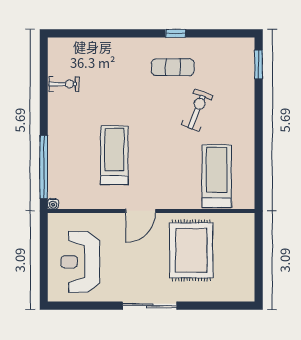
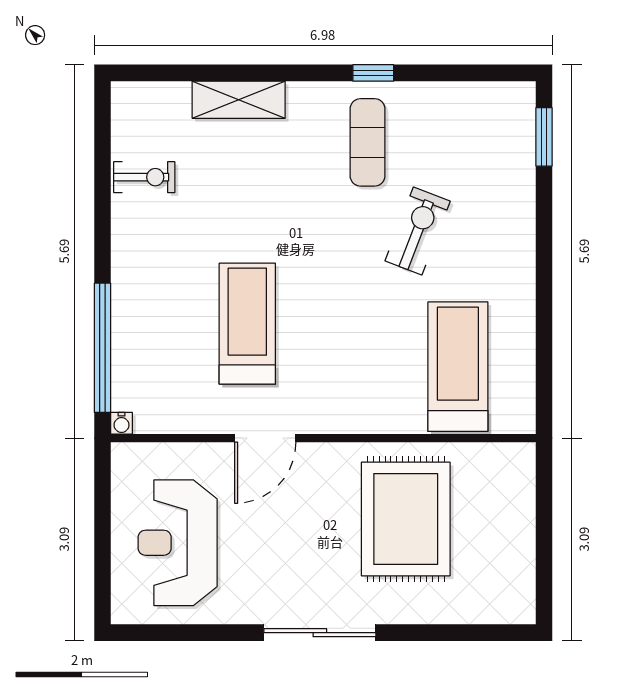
shelving: (110, 46) -> (239, 100), added
exercise mat: (173, 67) -> (368, 142), turned 90
door: (141, 211) -> (265, 438), moved

